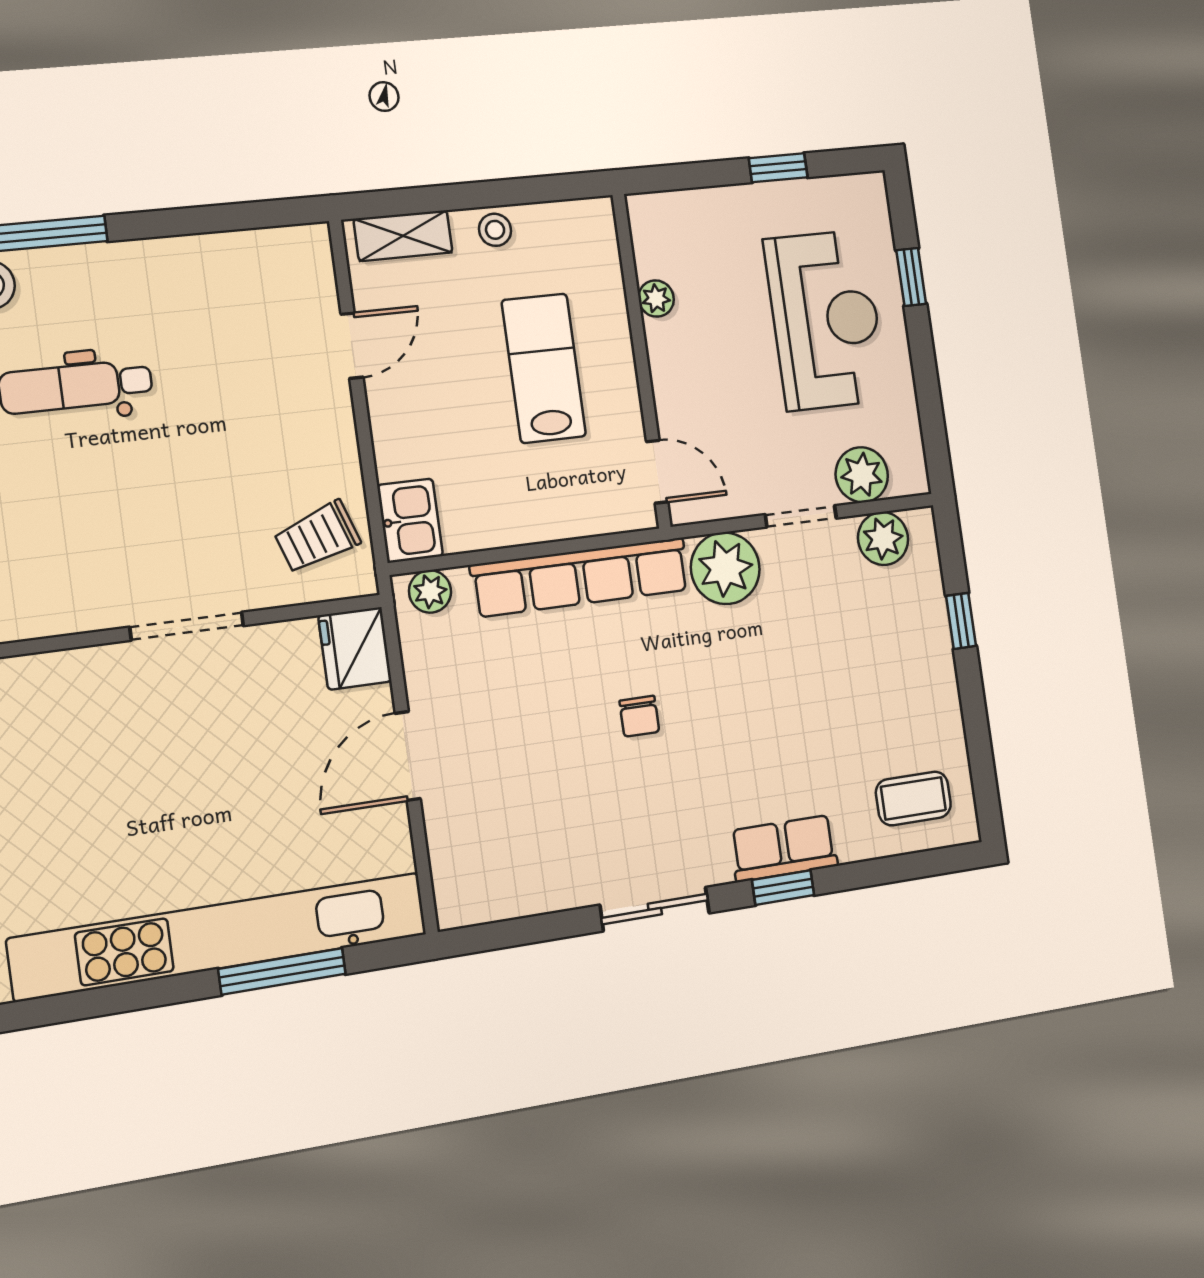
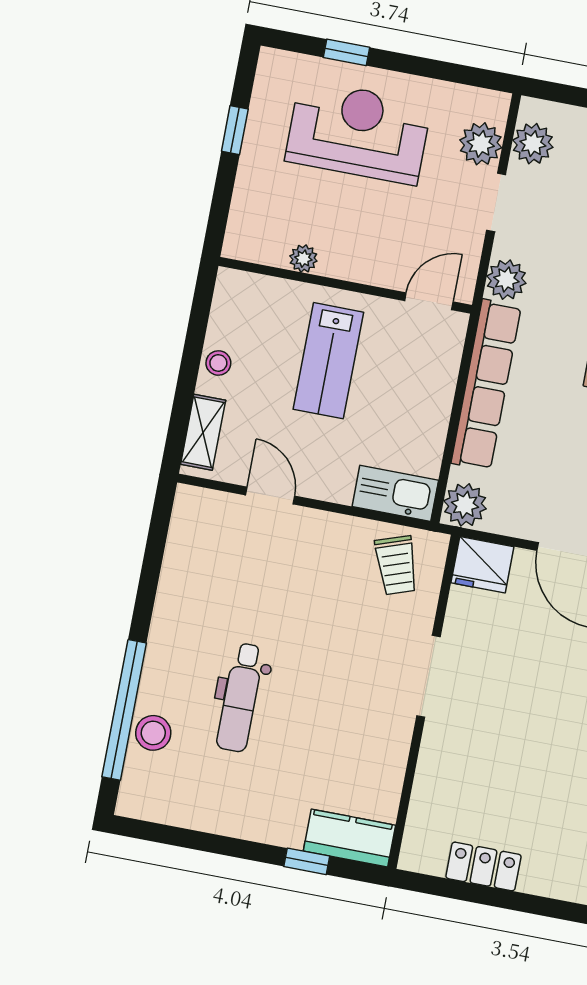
lab bench: (544, 368) -> (328, 361), turned -90
kitchen sink: (410, 521) -> (395, 493), width x1.38
plant: (725, 568) -> (506, 280), width x0.73, depth x0.73
plant: (430, 591) -> (465, 505), width x1.38, depth x1.38

